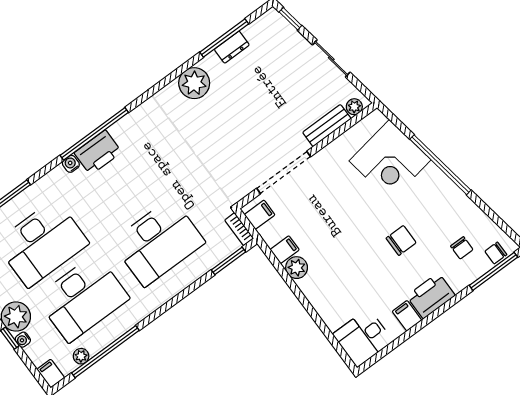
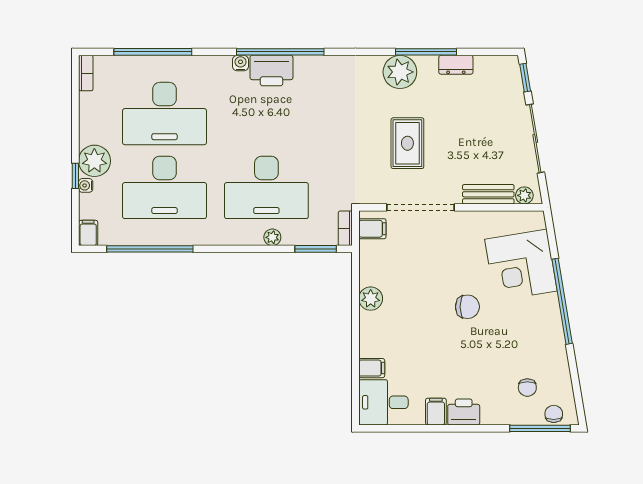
window: (224, 38) -> (426, 52), moved
sliding door: (331, 58) -> (535, 139), width x1.37
rug: (239, 132) -> (407, 143), added
chair: (401, 240) -> (467, 307), moved
filing cabinet: (285, 250) -> (372, 368), moved
chair: (496, 253) -> (554, 414), turned 90
printer: (431, 296) -> (464, 412), width x0.73, depth x0.84
plant: (81, 356) -> (272, 237), moved

